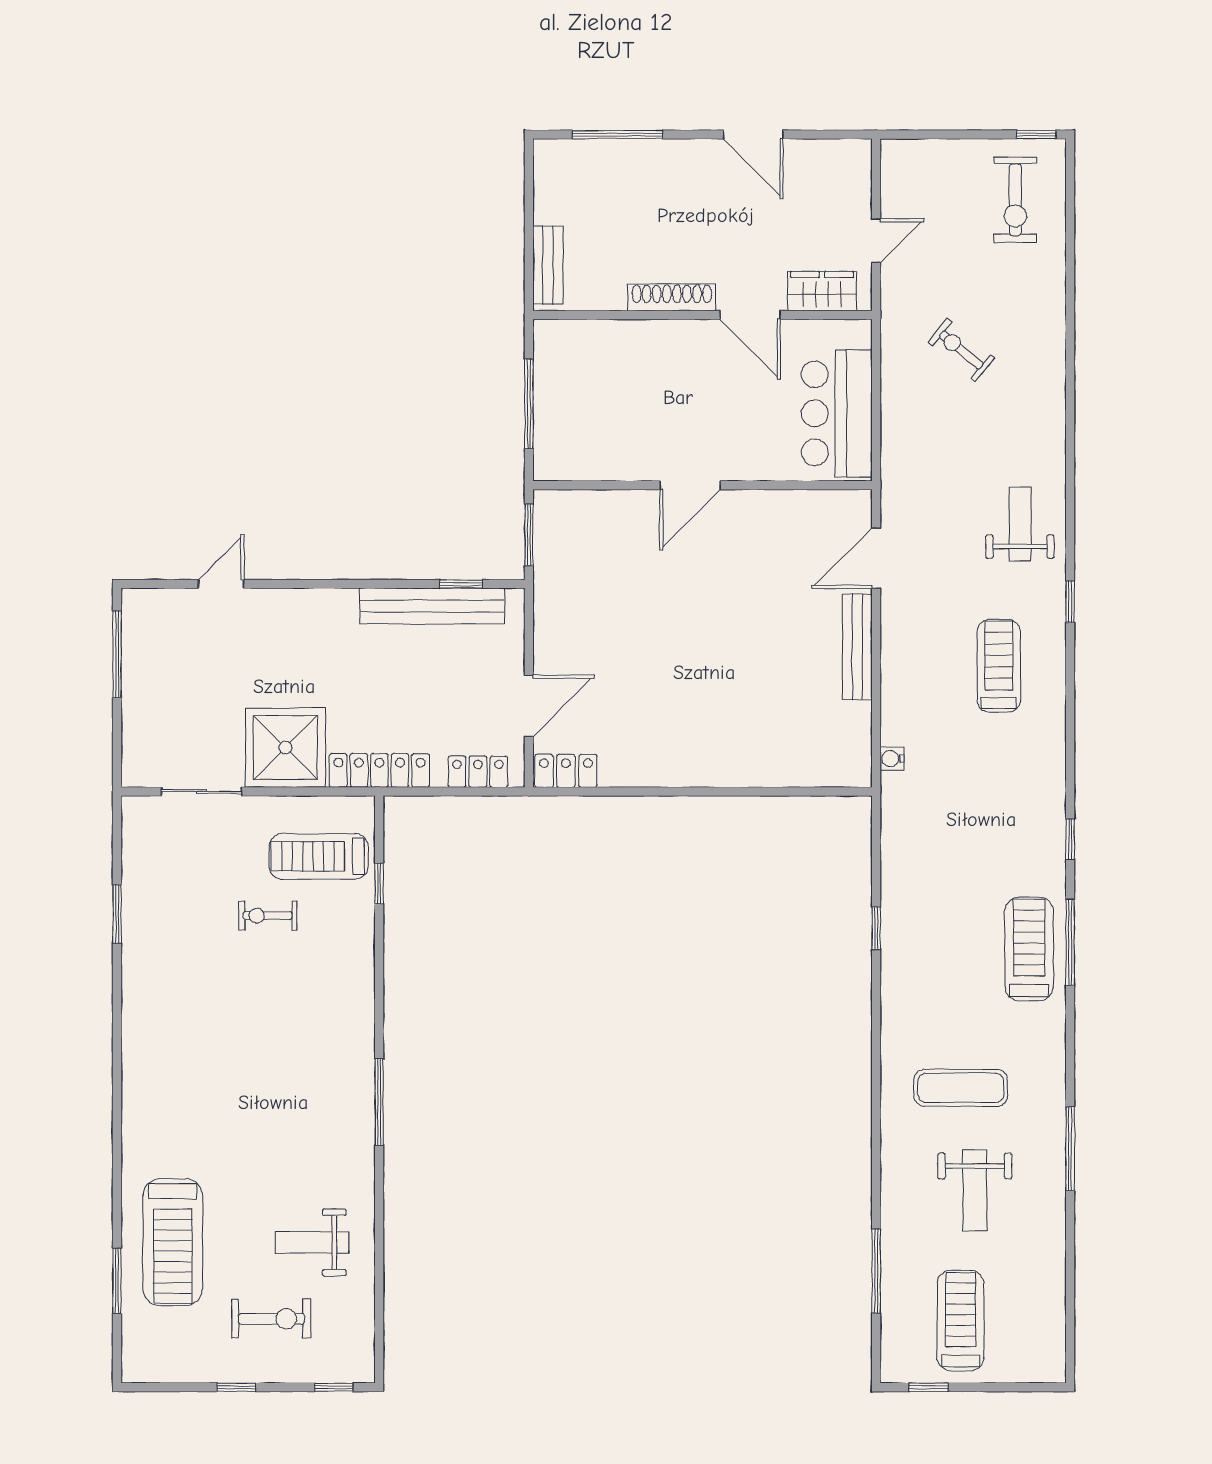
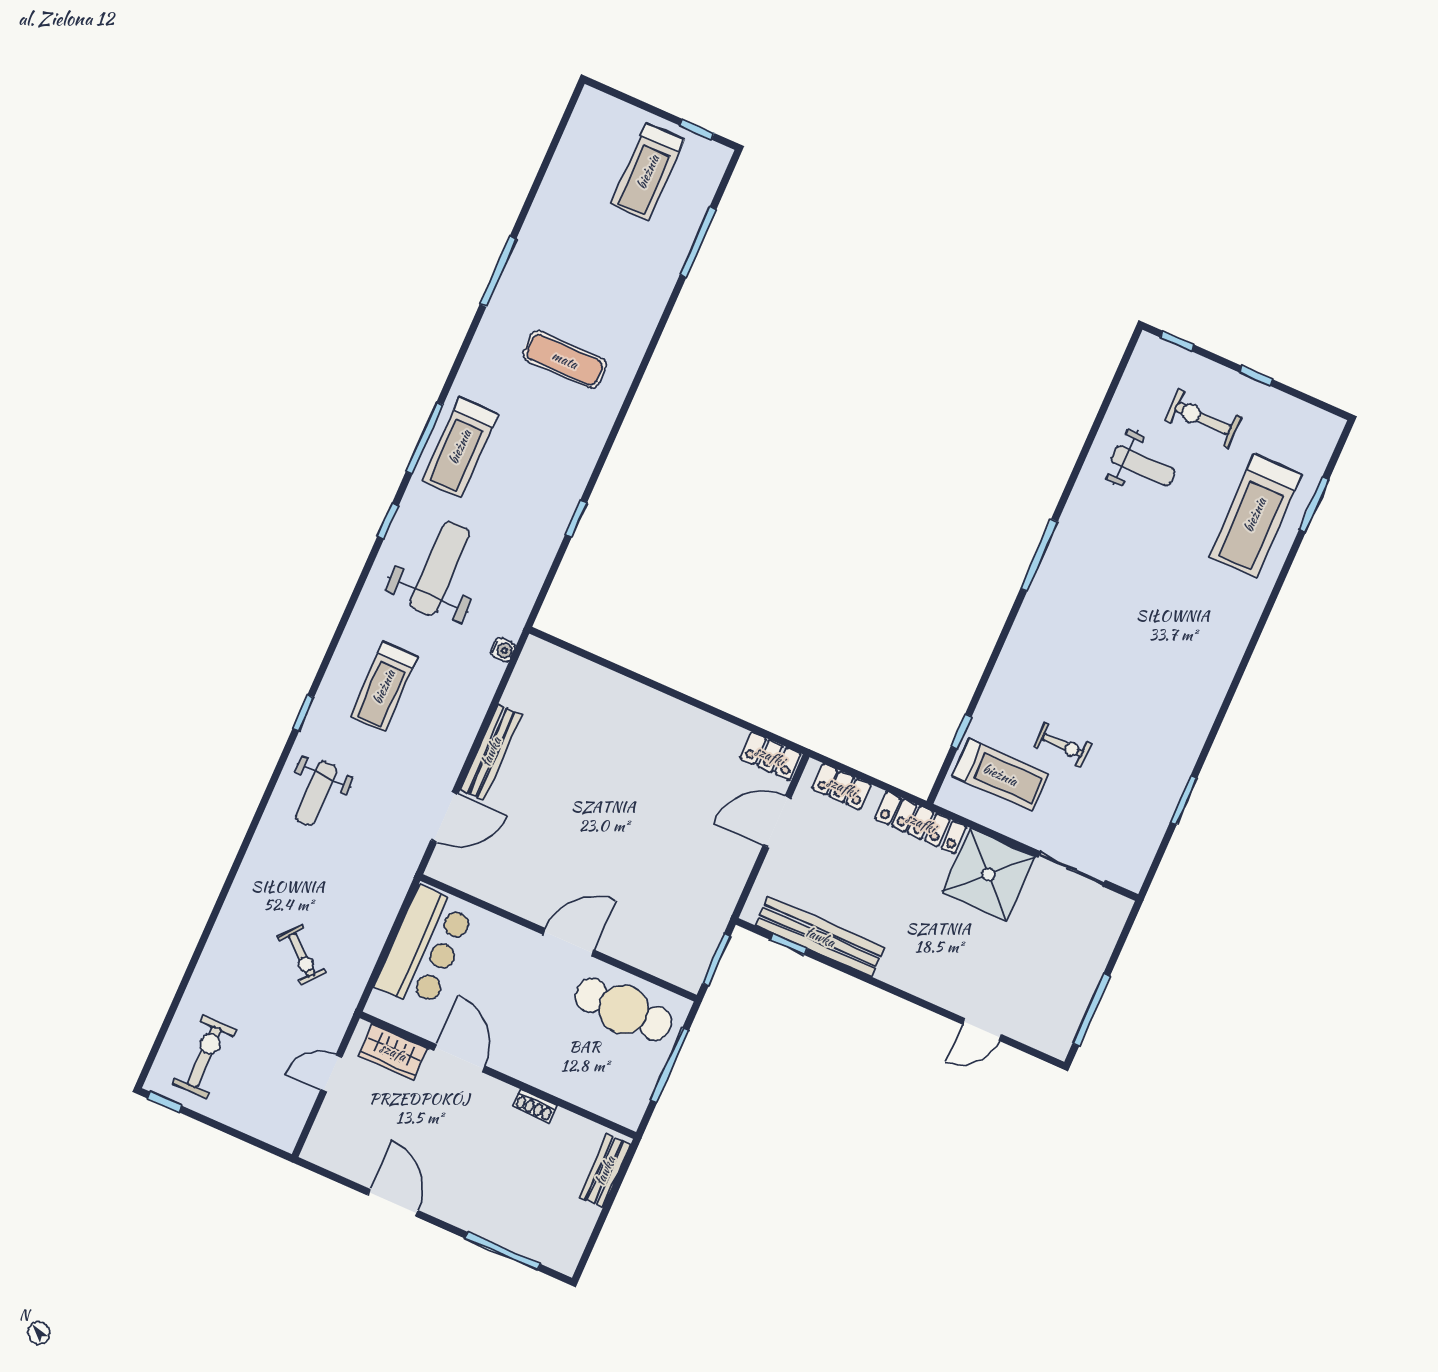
shoe rack: (672, 297) -> (534, 1106), width x0.51, depth x0.81
cafe table: (602, 441) -> (624, 1009), added
weight bench: (975, 1190) -> (440, 568), moved, width x1.36, depth x1.33
treadmill: (173, 1242) -> (1255, 515), turned 180

